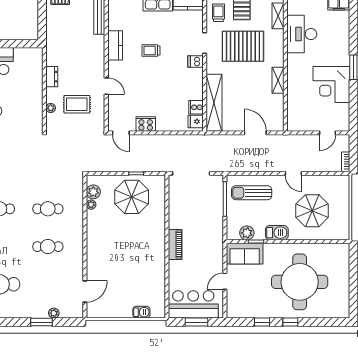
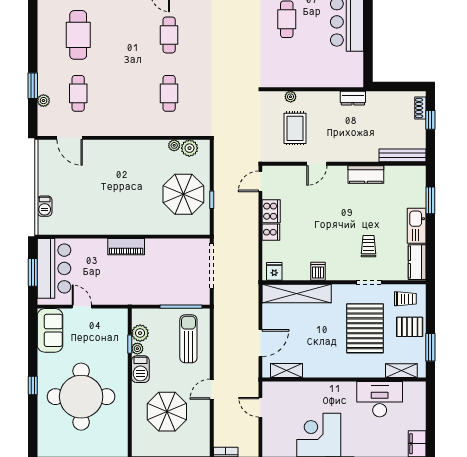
trolley: (151, 50) -> (368, 246), moved
dishwasher: (196, 61) -> (318, 271), moved
dresser: (52, 77) -> (353, 98), moved
shelving: (278, 80) -> (287, 371), moved
cooker: (196, 107) -> (271, 232), moved, turned 90
door: (327, 133) -> (260, 407), moved
plant: (260, 235) -> (137, 349), added
cafe table: (48, 247) -> (78, 93), moved
sofa: (245, 254) -> (50, 330), moved, turned 180
window: (262, 322) -> (33, 351), removed

